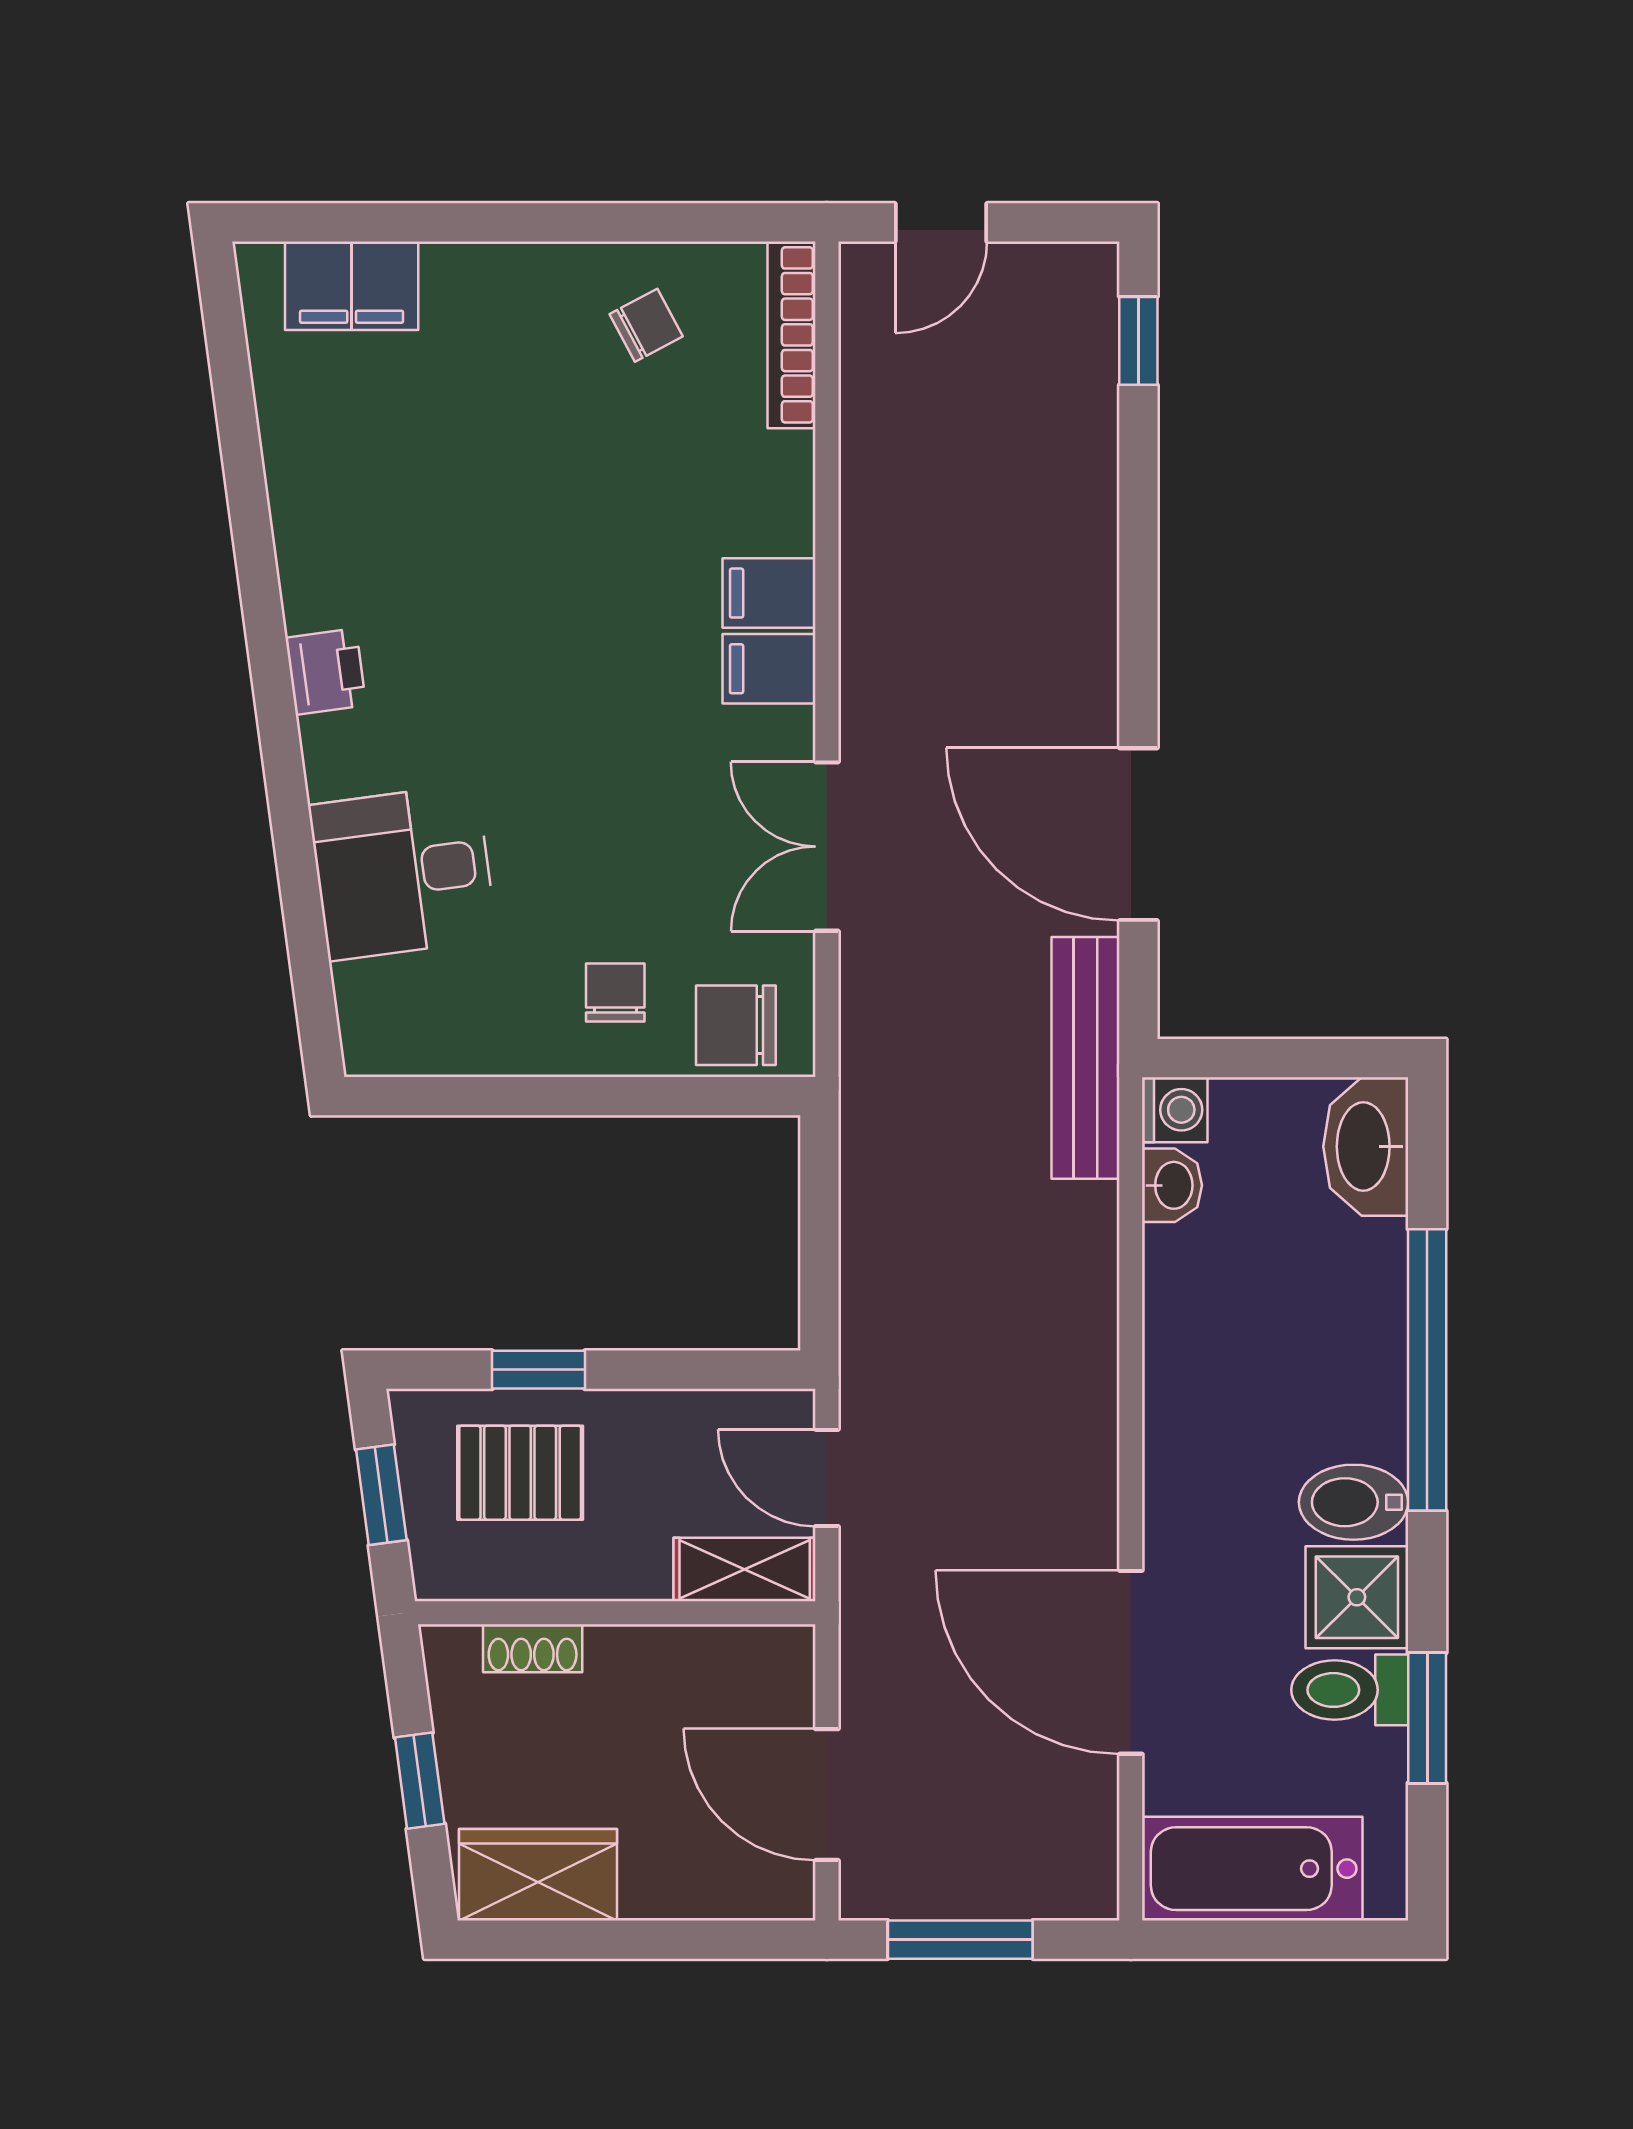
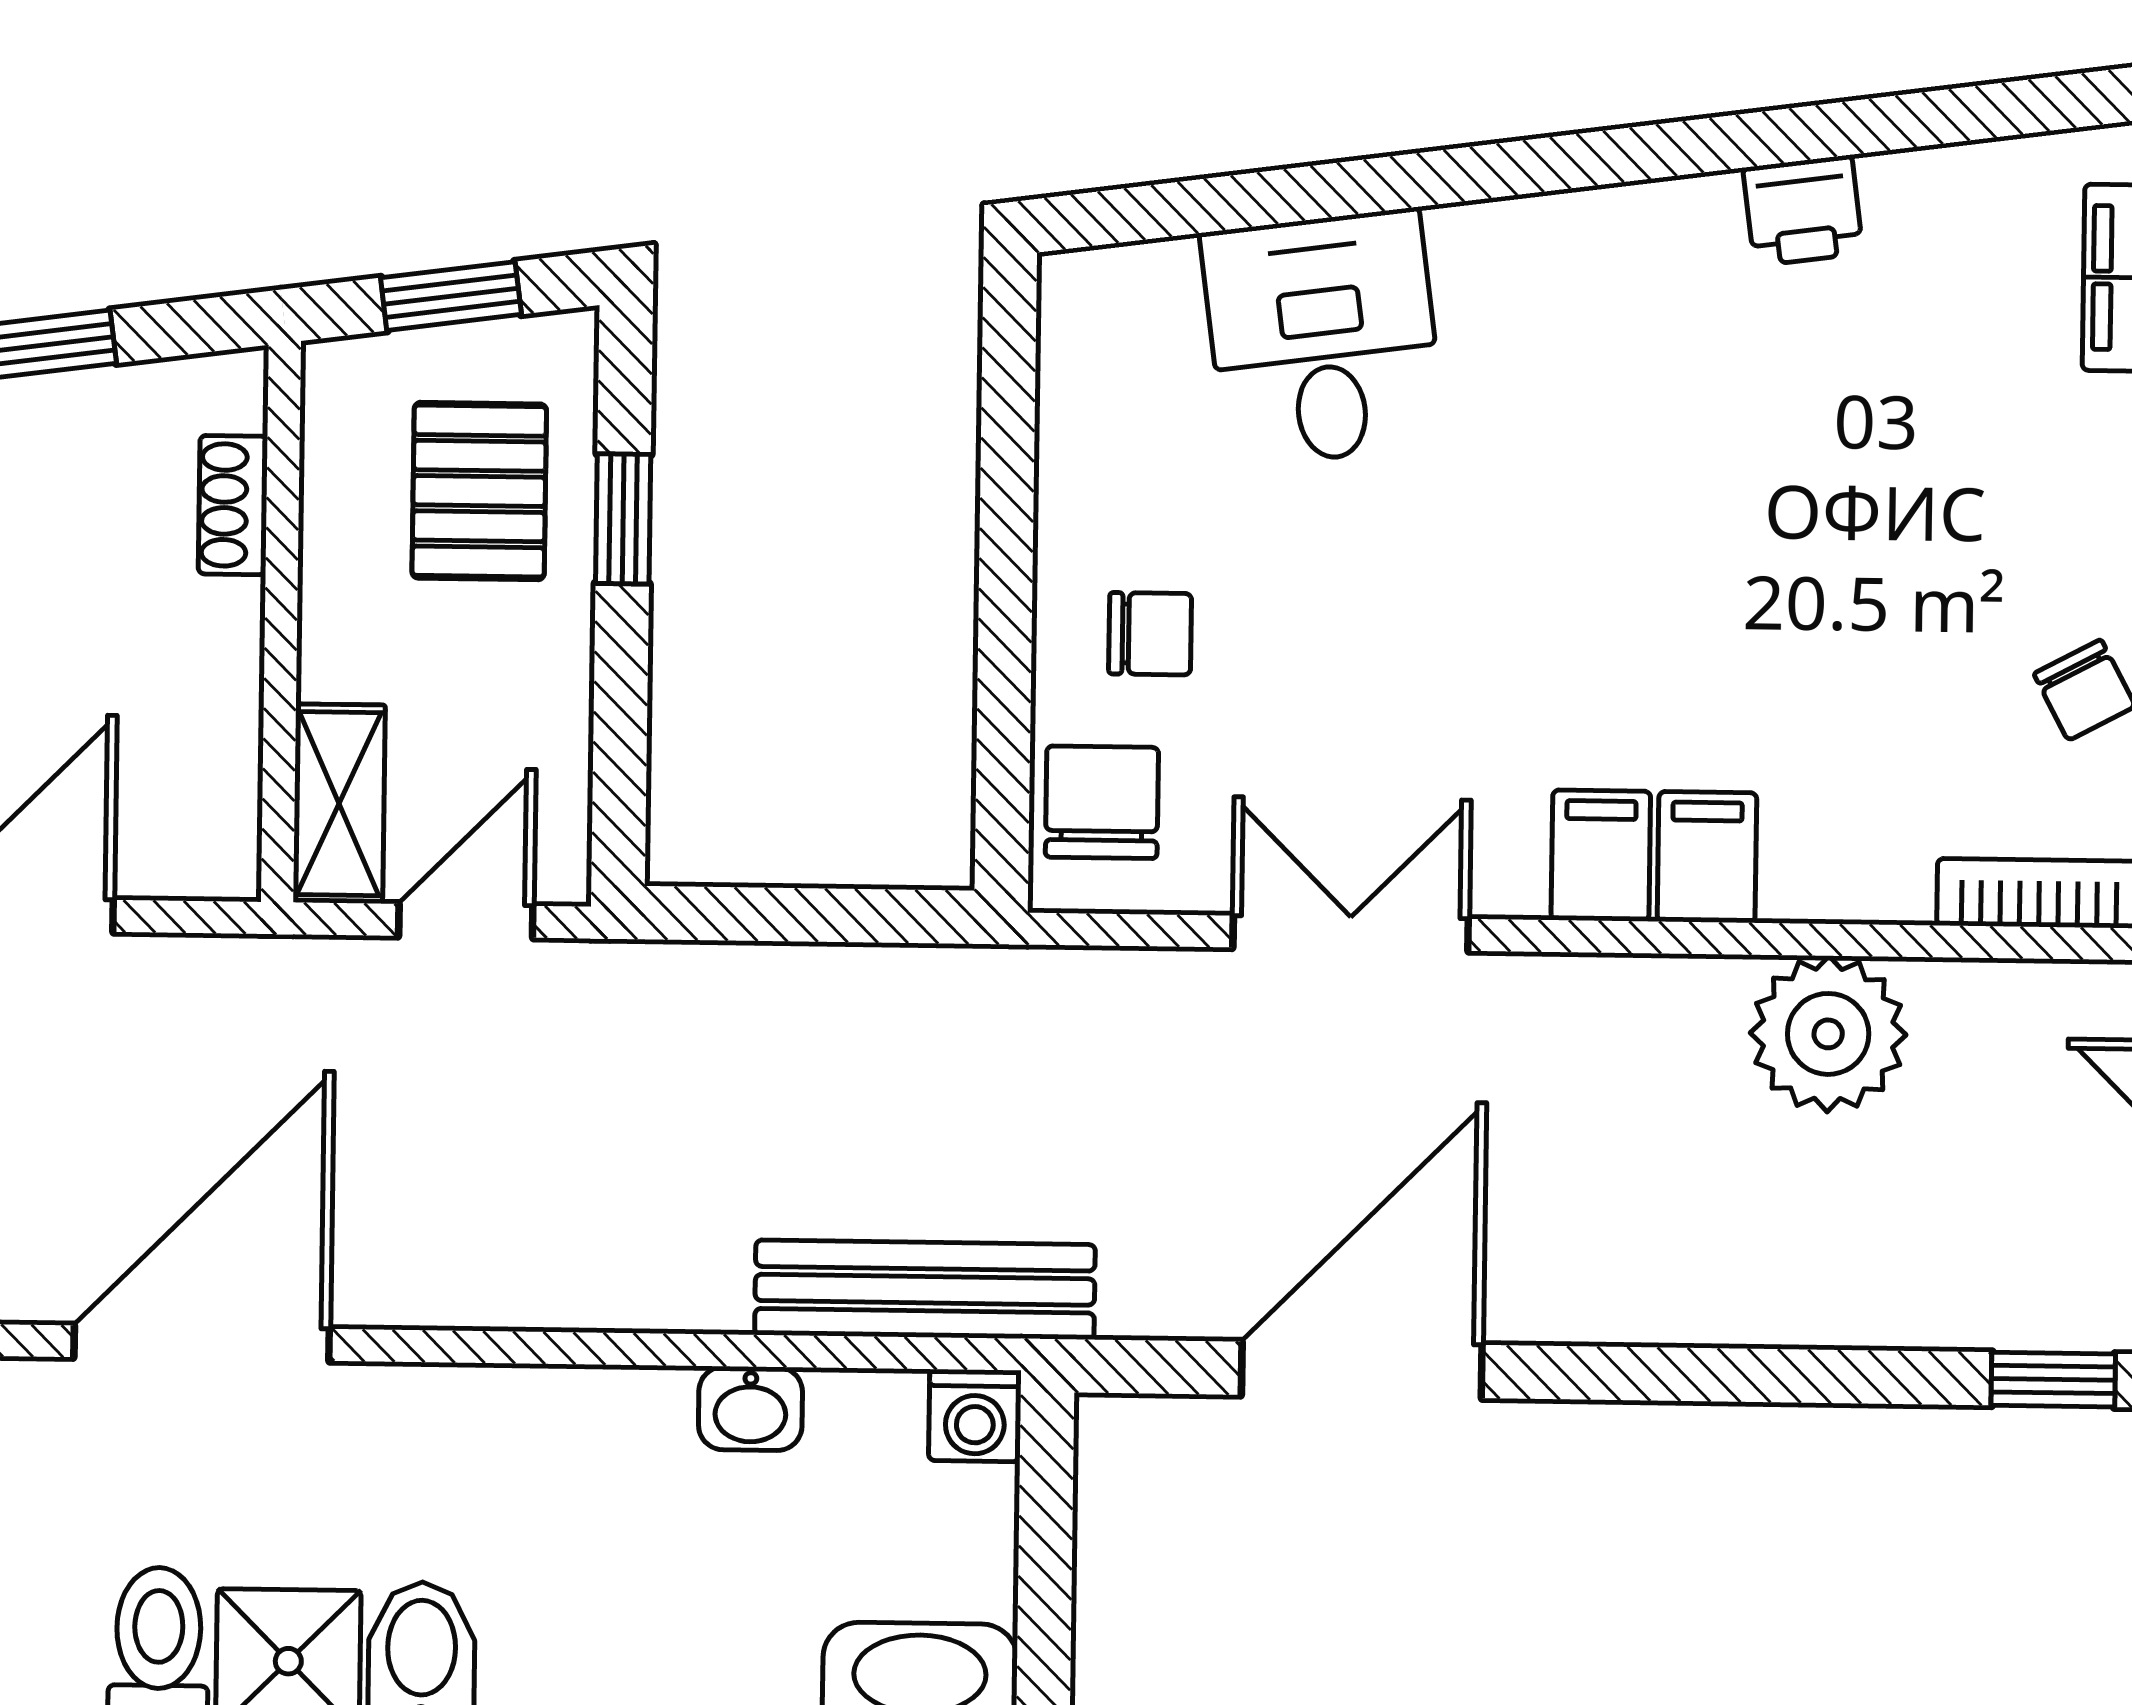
plant: (894, 505) -> (1828, 1034), added
printer: (326, 672) -> (1803, 211), moved
bench: (1085, 1058) -> (925, 1290), moved
washbasin: (1172, 1185) -> (750, 1408), moved

